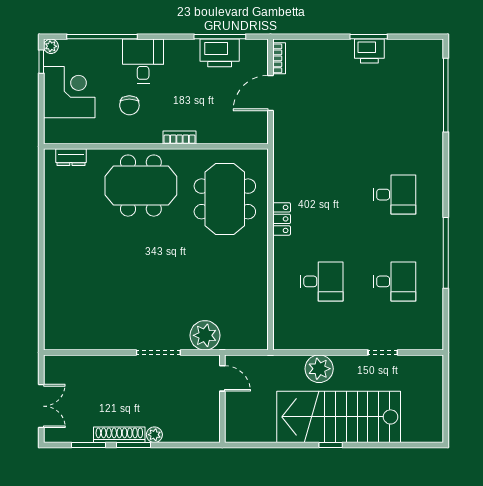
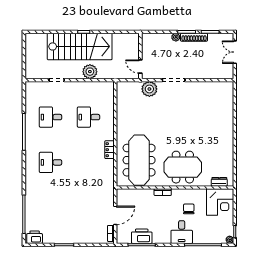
printer: (369, 51) -> (35, 237), moved
corner desk: (69, 92) -> (220, 202), moved, turned -90
meeting table: (225, 199) -> (139, 160), width x1.36

